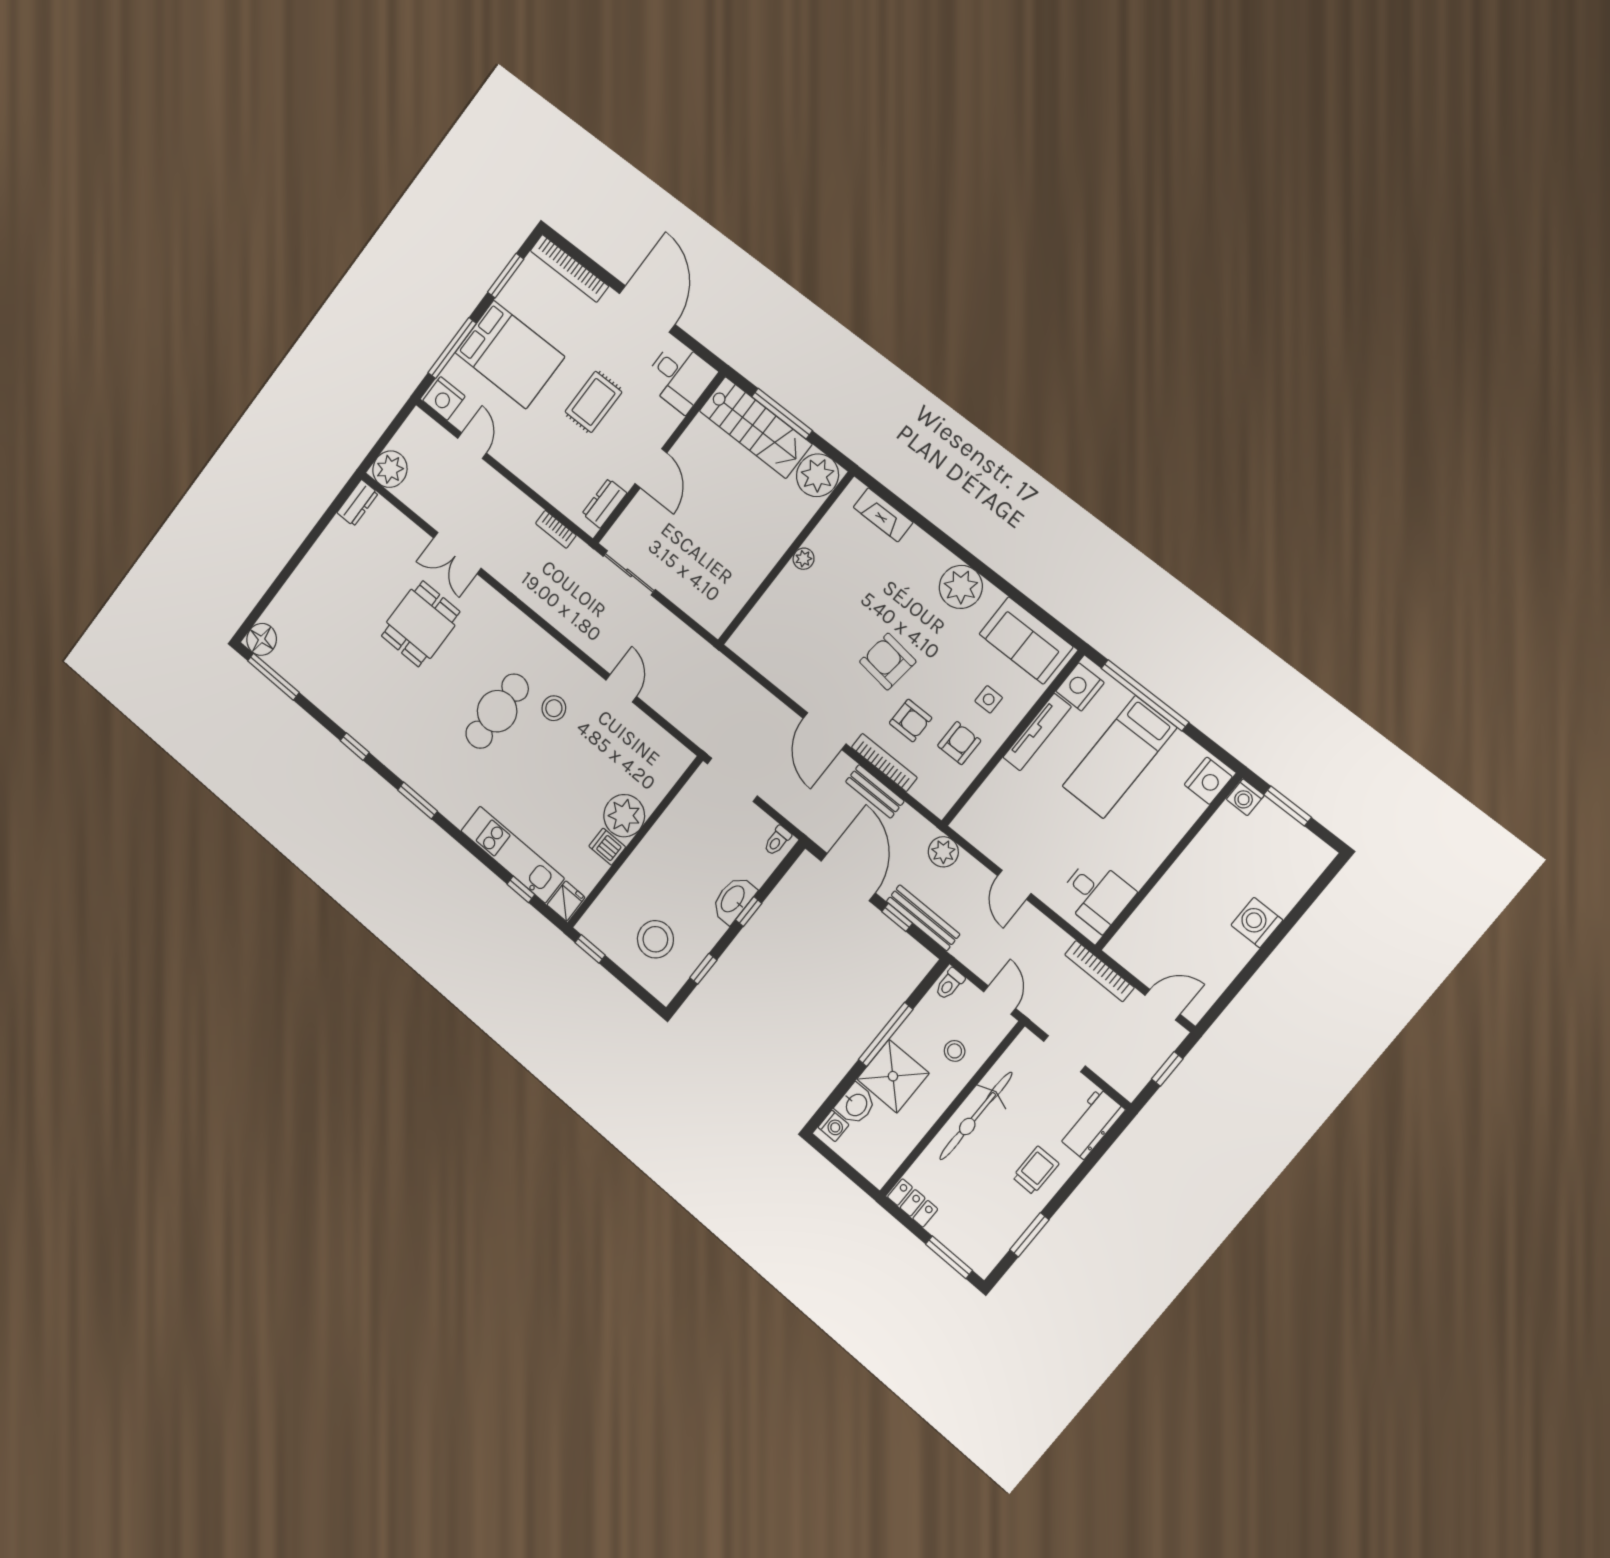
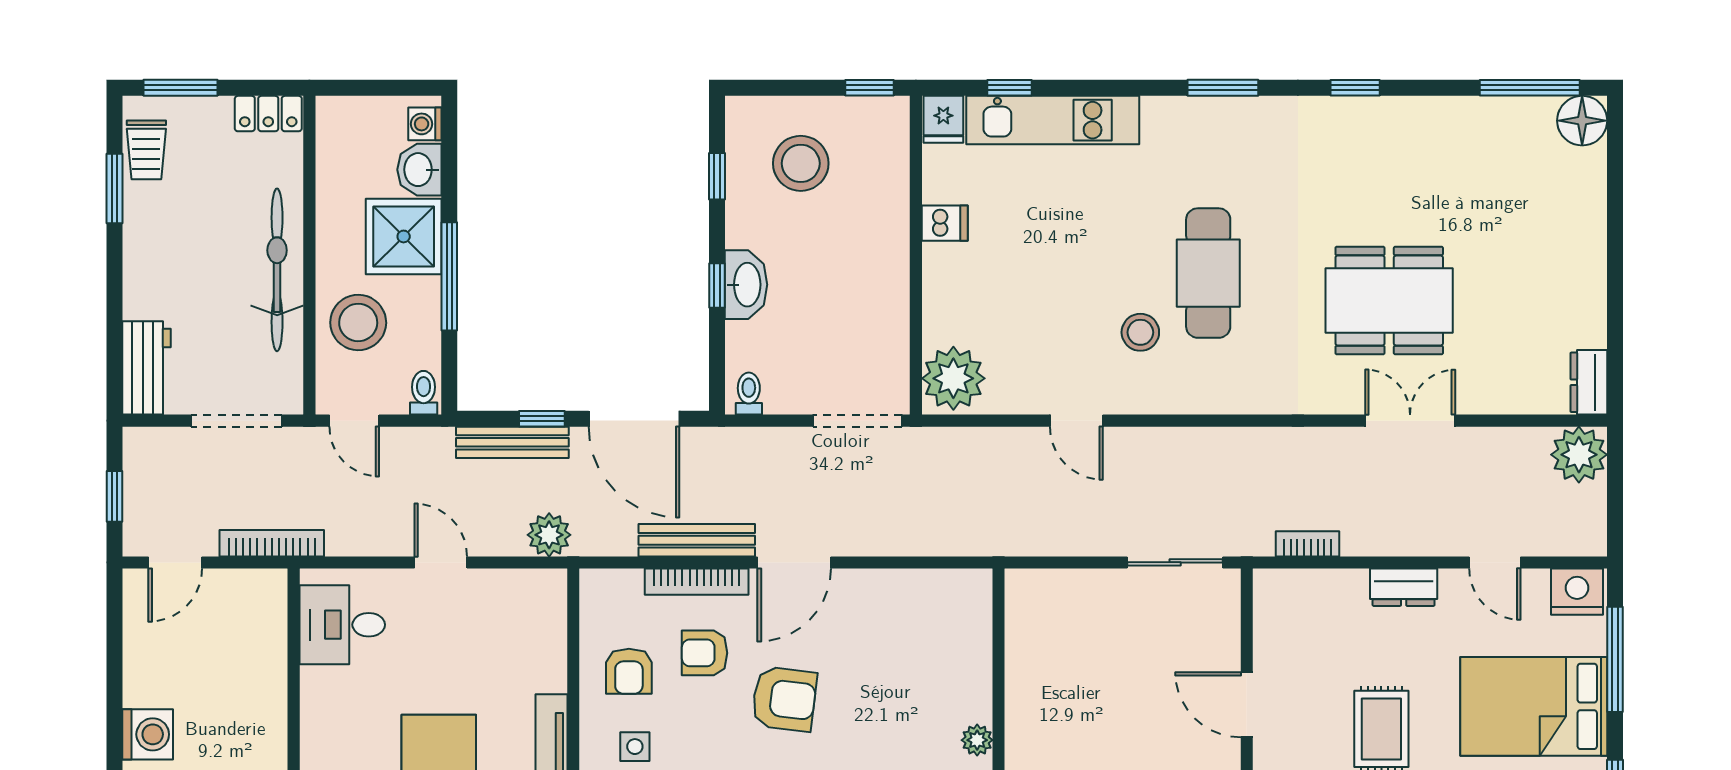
dresser: (604, 503) -> (1404, 587), moved, turned 90
dining table: (421, 624) -> (1389, 301), width x1.38
door: (825, 731) -> (794, 562), swing flipped
bench: (875, 791) -> (697, 540), width x1.36
plant: (624, 816) -> (953, 378), moved
stool: (955, 1051) -> (358, 322), width x1.89, depth x1.89
doorway: (1064, 1054) -> (237, 421), width x1.38
trolley: (1036, 1170) -> (146, 150), moved

